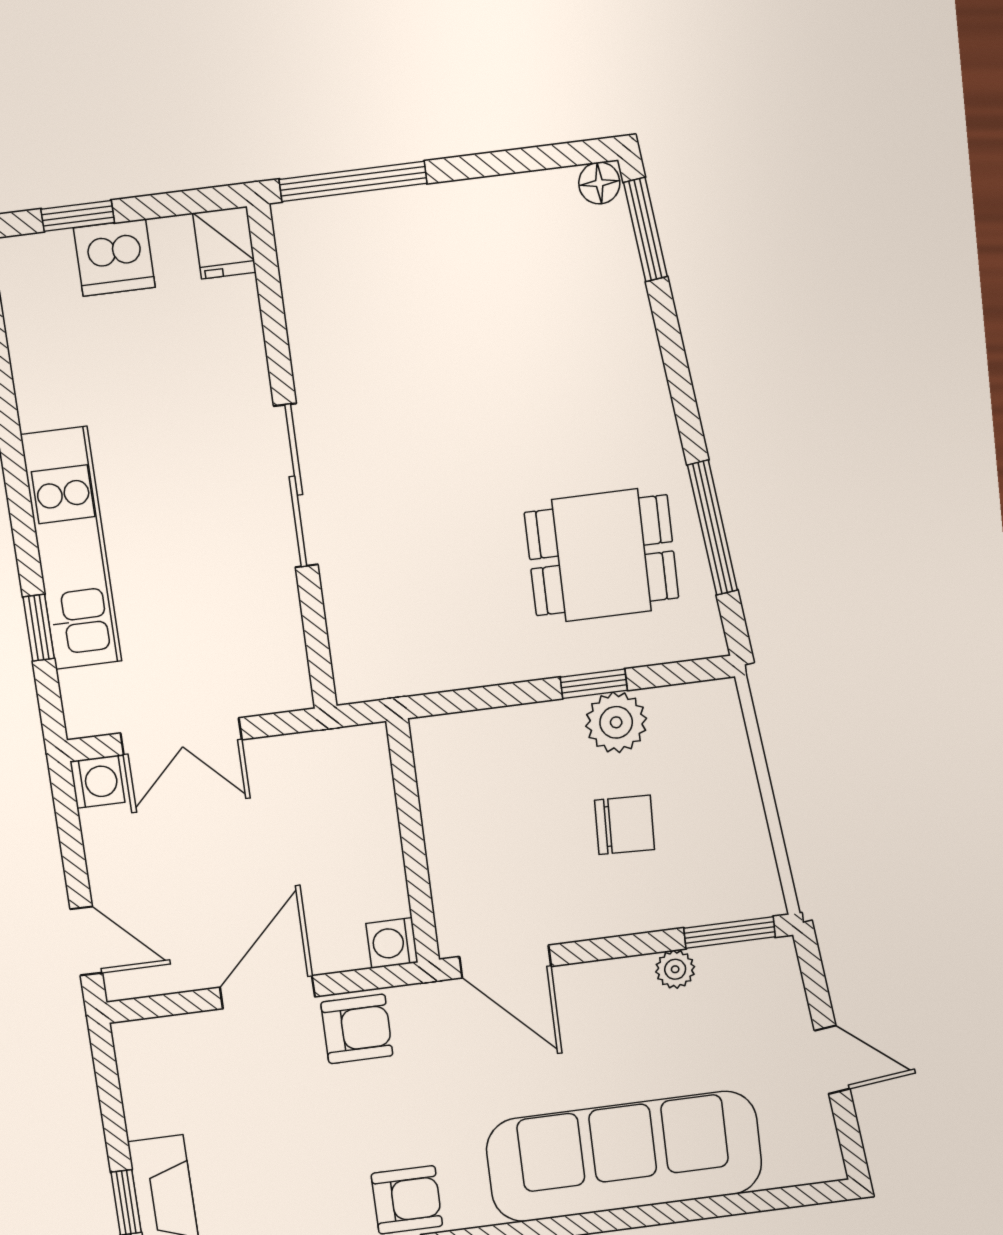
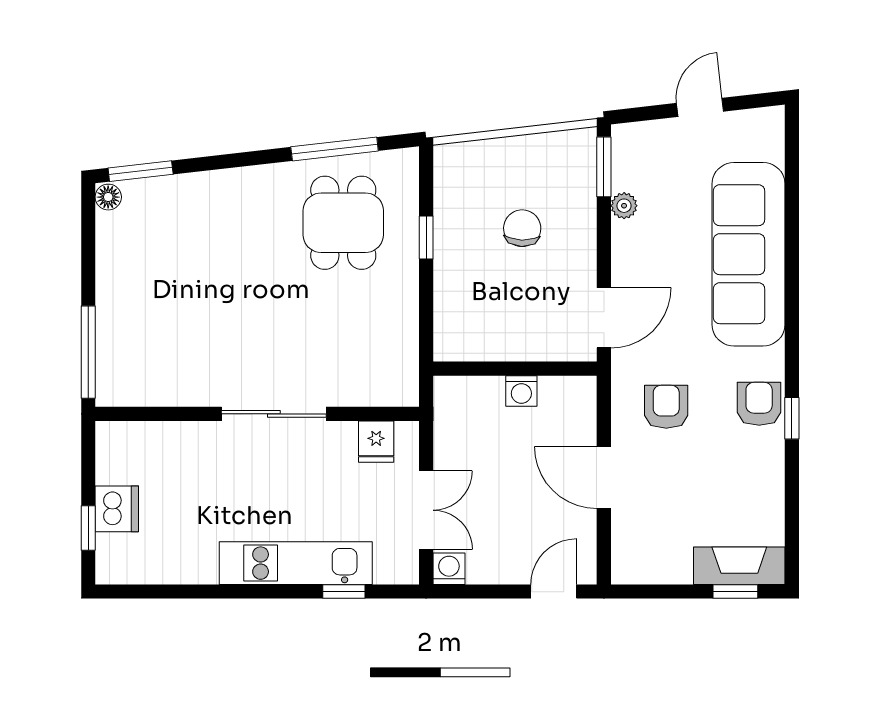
fridge: (224, 243) -> (376, 442), moved, turned 90
plant: (616, 722) -> (453, 226), removed
washing machine: (392, 943) -> (521, 391), moved
armchair: (357, 1029) -> (666, 407), moved

